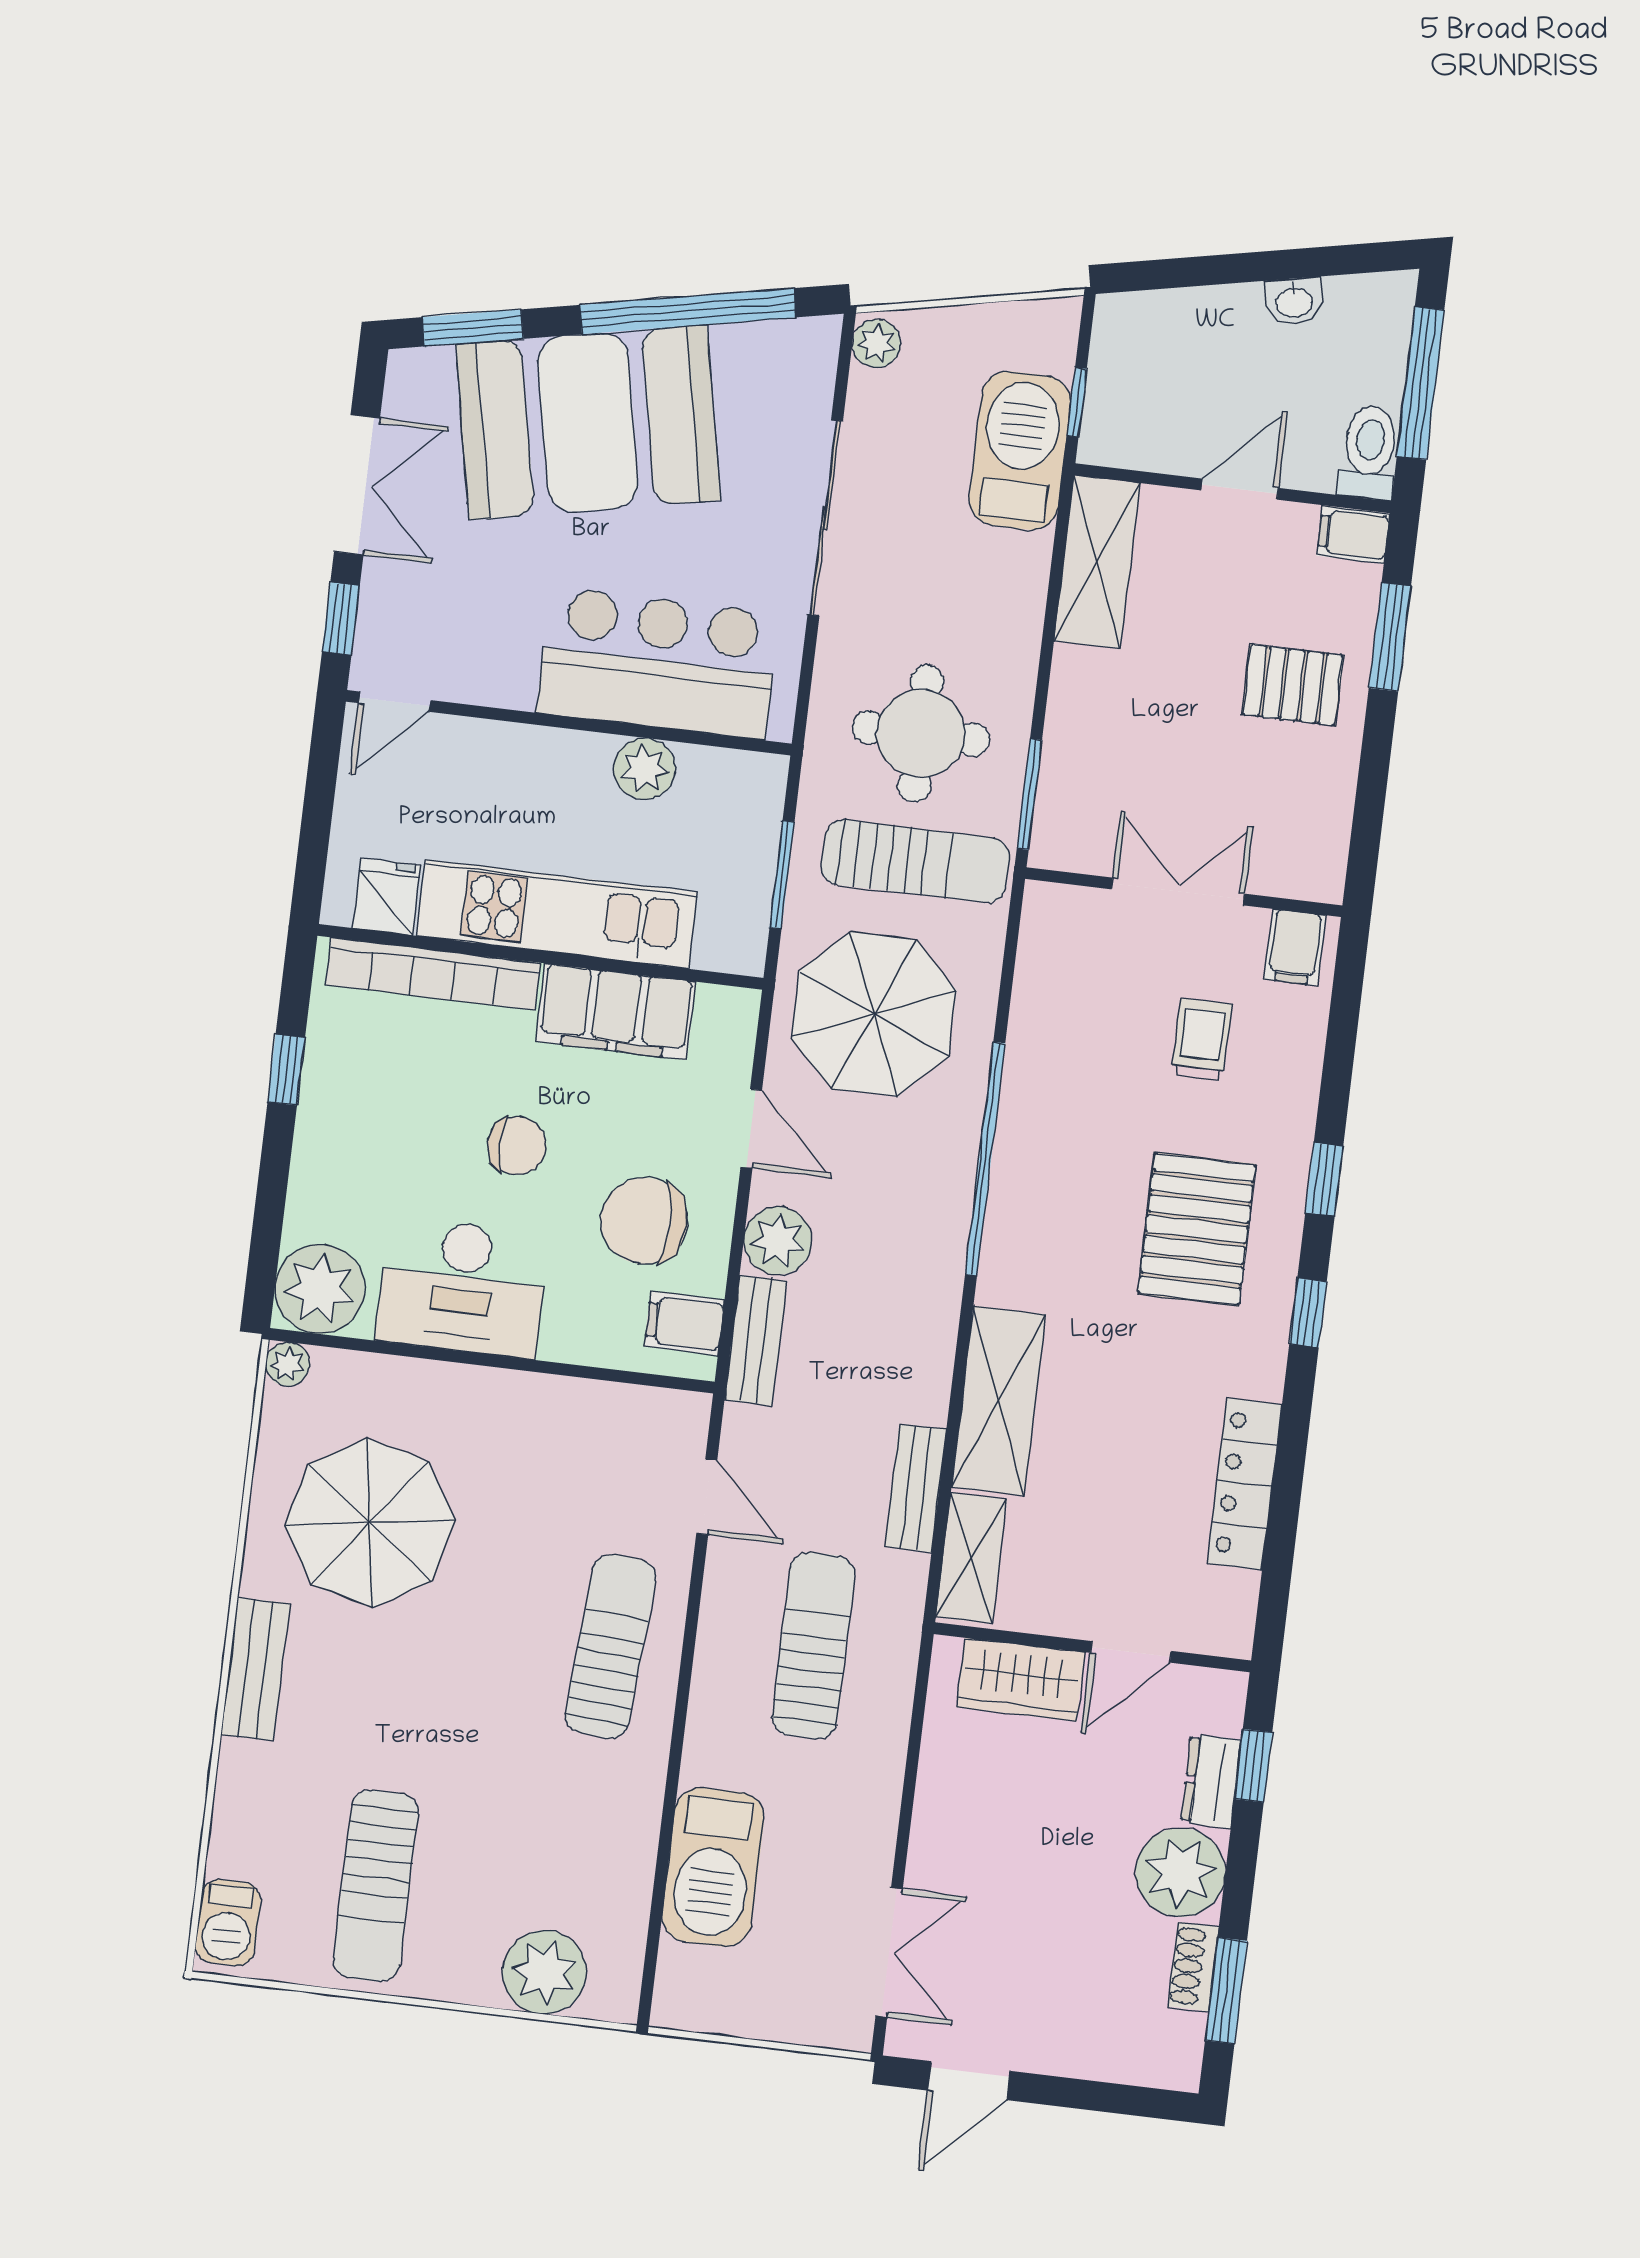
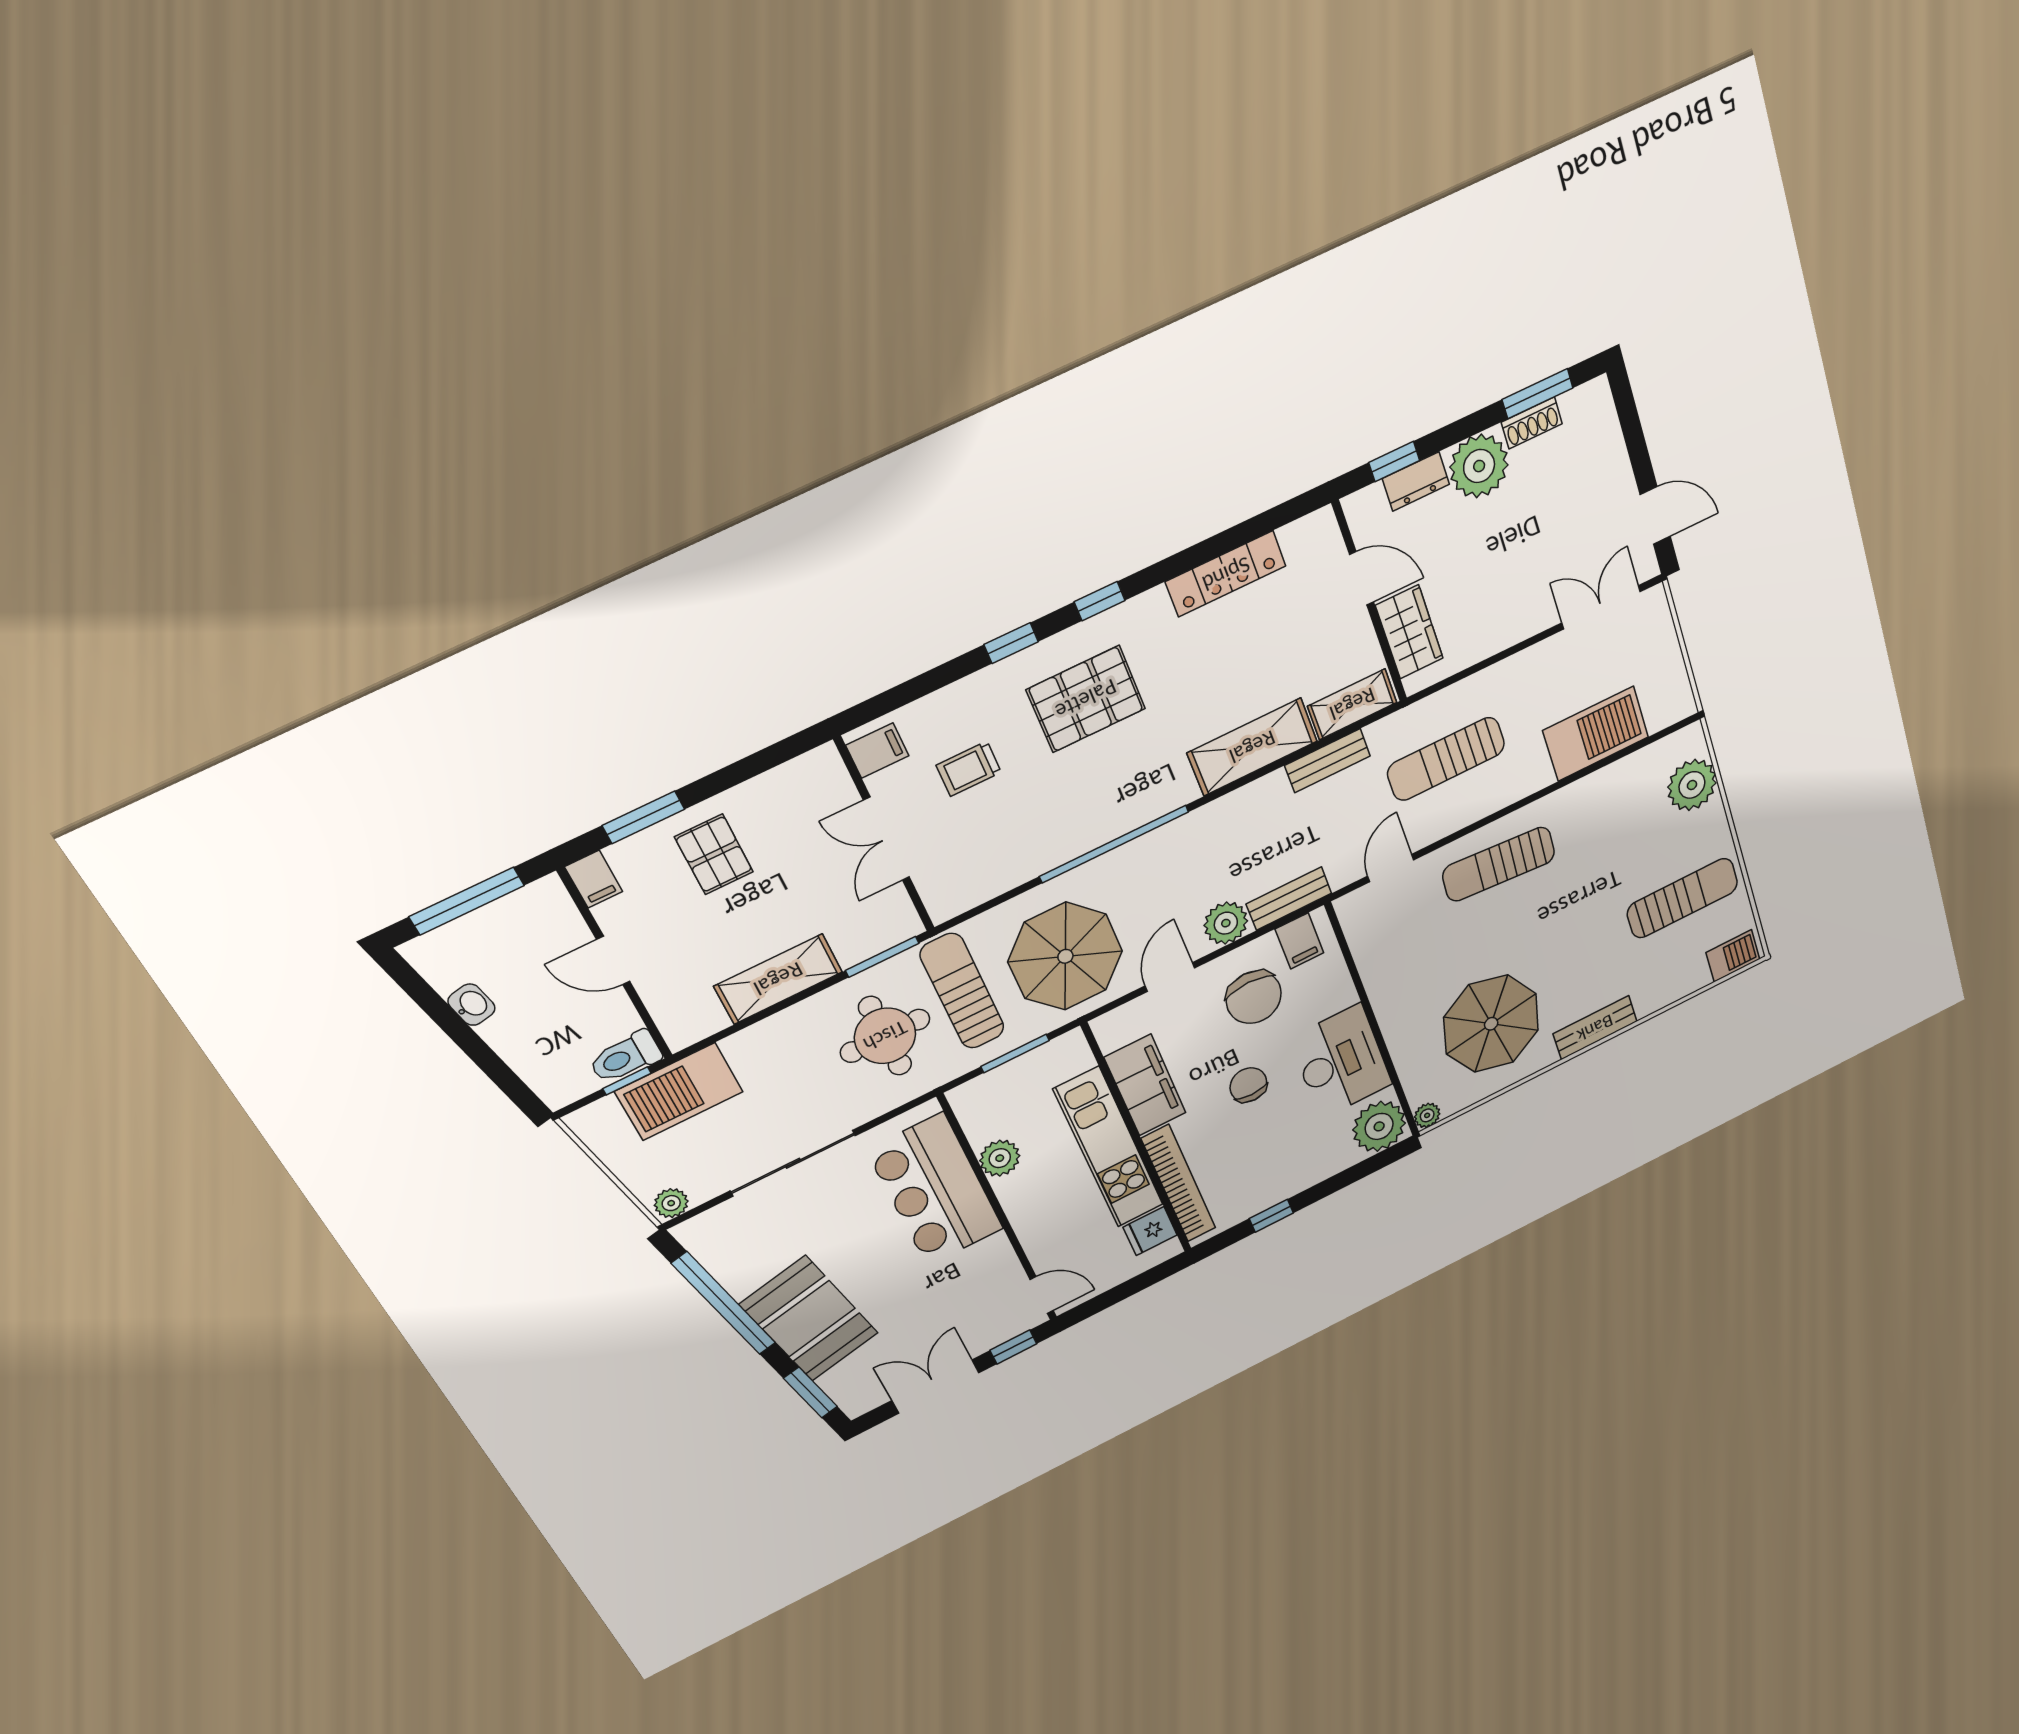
booth: (588, 422) -> (809, 1319), width x0.73, depth x0.70
toilet: (1369, 452) -> (625, 1057), moved
shelving: (1097, 562) -> (778, 979), moved

